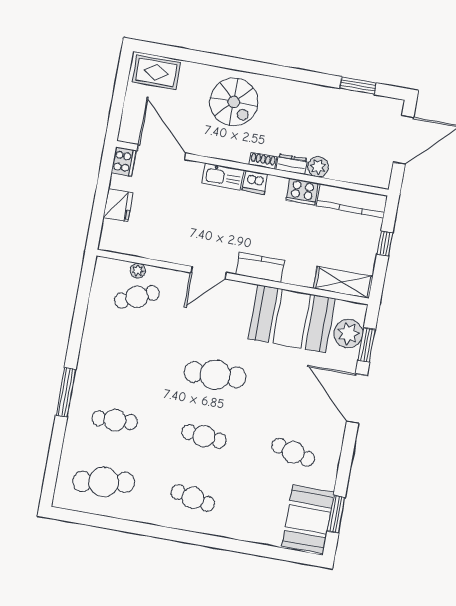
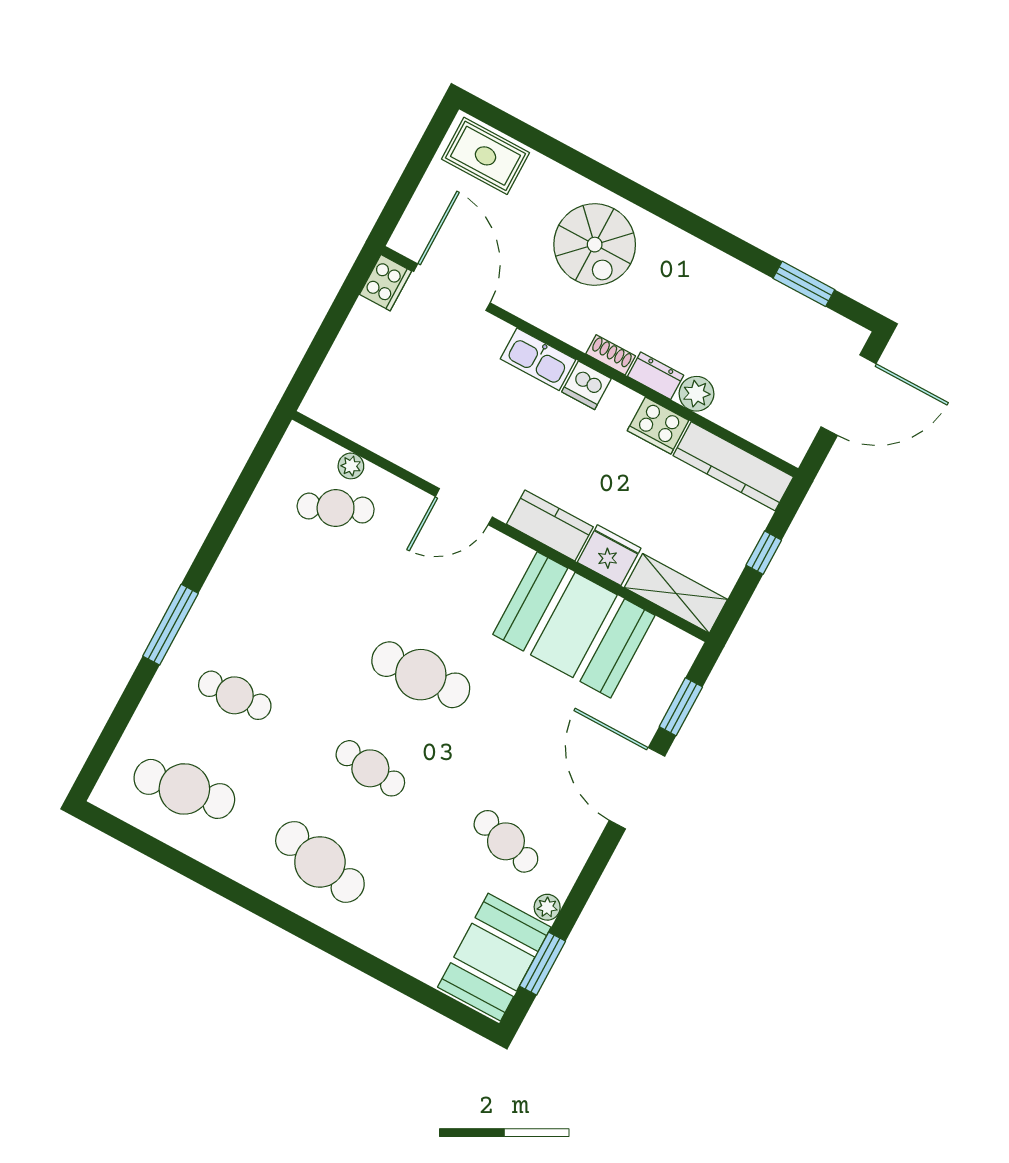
fridge: (118, 205) -> (609, 555), moved, turned -90
plant: (348, 334) -> (547, 907), moved, width x0.53, depth x0.53
cafe table: (193, 498) -> (320, 862), width x1.37, depth x1.35

